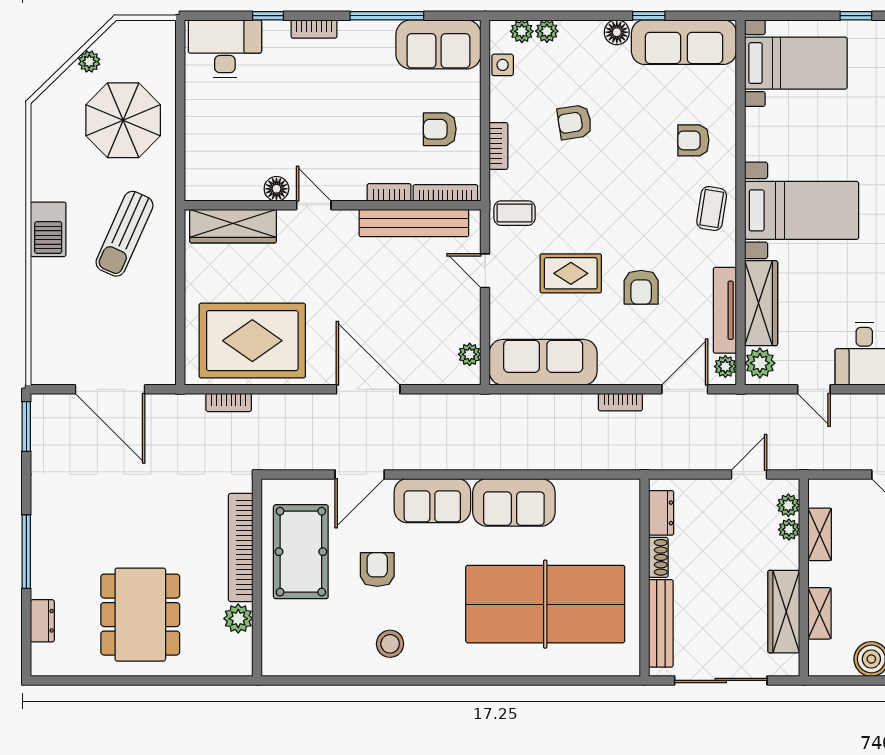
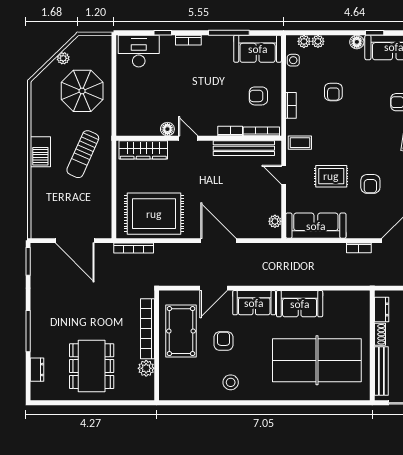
armchair: (575, 122) -> (333, 92), turned -81
bookcase: (229, 402) -> (134, 248), width x1.56

